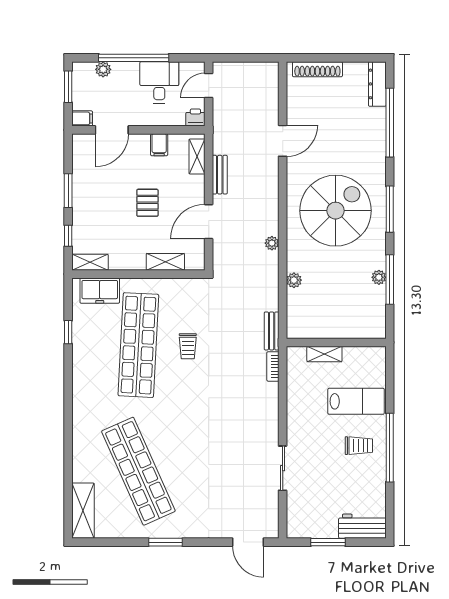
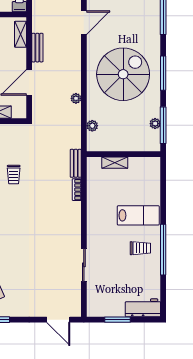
wall: (336, 342) -> (124, 154), moved
shelving: (324, 354) -> (115, 163), moved

